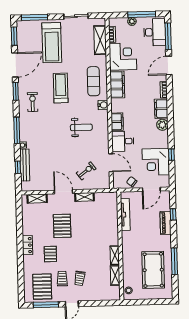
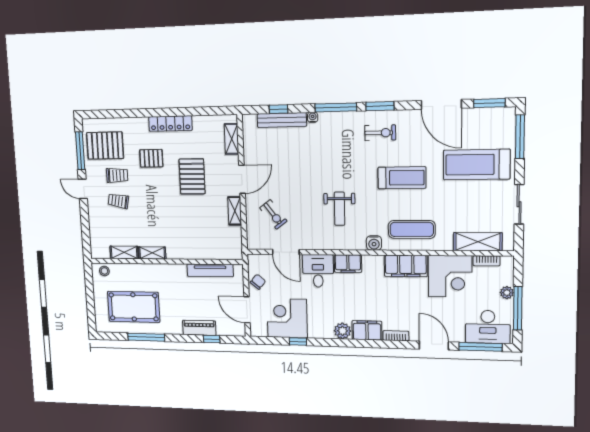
window: (16, 91) -> (380, 106), moved
door: (111, 163) -> (286, 252), hinge flipped
pallet: (62, 226) -> (192, 176), turned 90
locker: (27, 245) -> (170, 124), width x1.53

